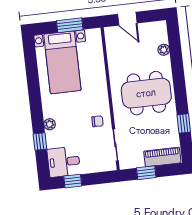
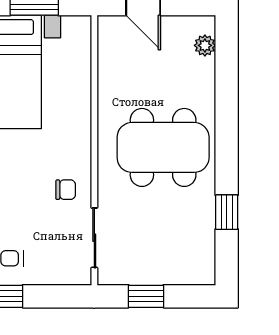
plant: (164, 50) -> (205, 45), moved
piano: (162, 157) -> (179, 270), removed

